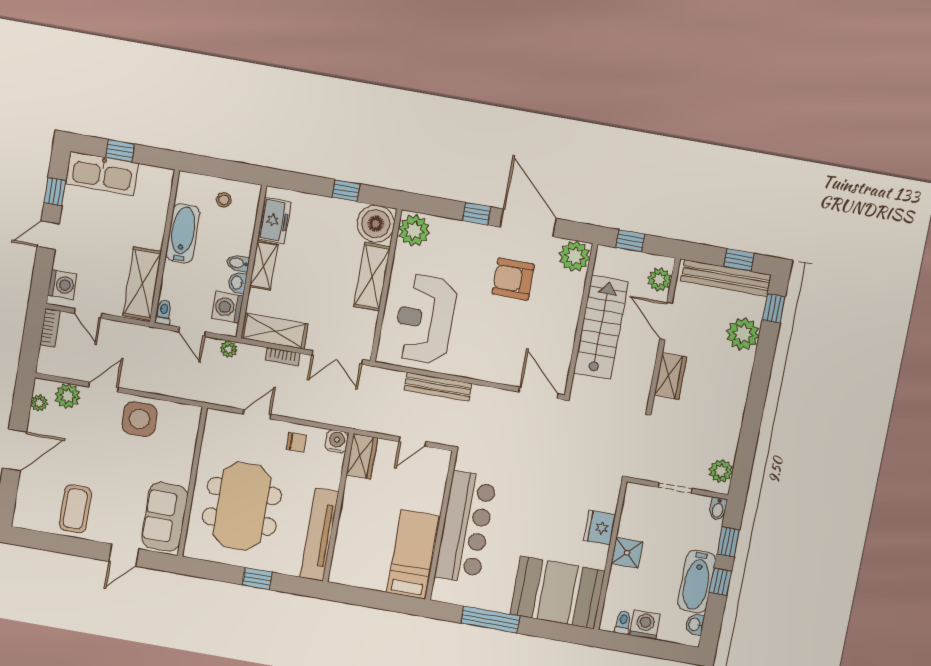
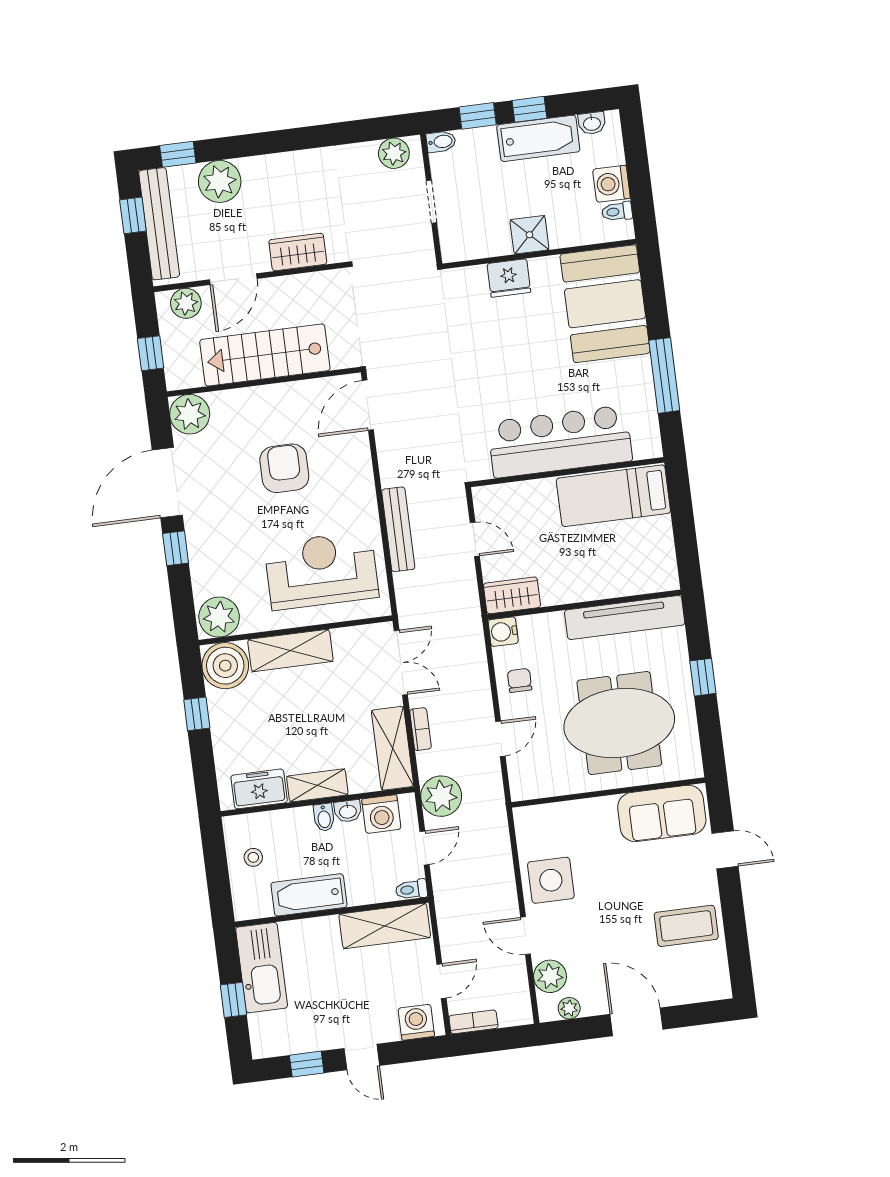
kitchen sink: (102, 174) -> (262, 968), moved
armchair: (513, 279) -> (284, 468), moved, turned 180
reception desk: (425, 319) -> (321, 570), turned 180
plant: (229, 349) -> (441, 796), width x1.88, depth x1.88
door: (257, 414) -> (500, 739), swing flipped

